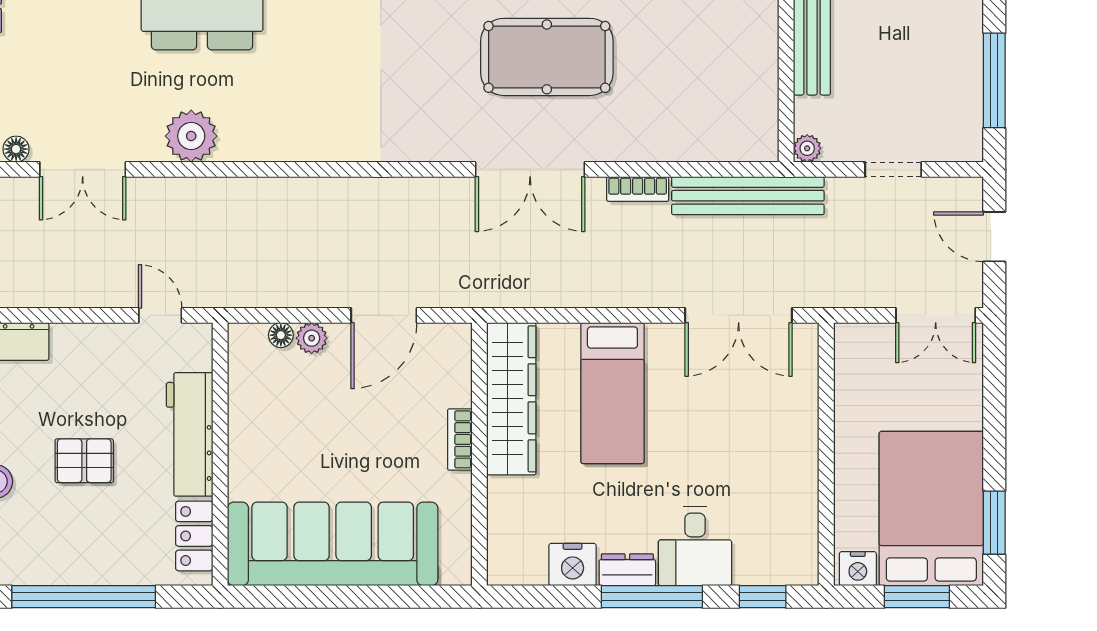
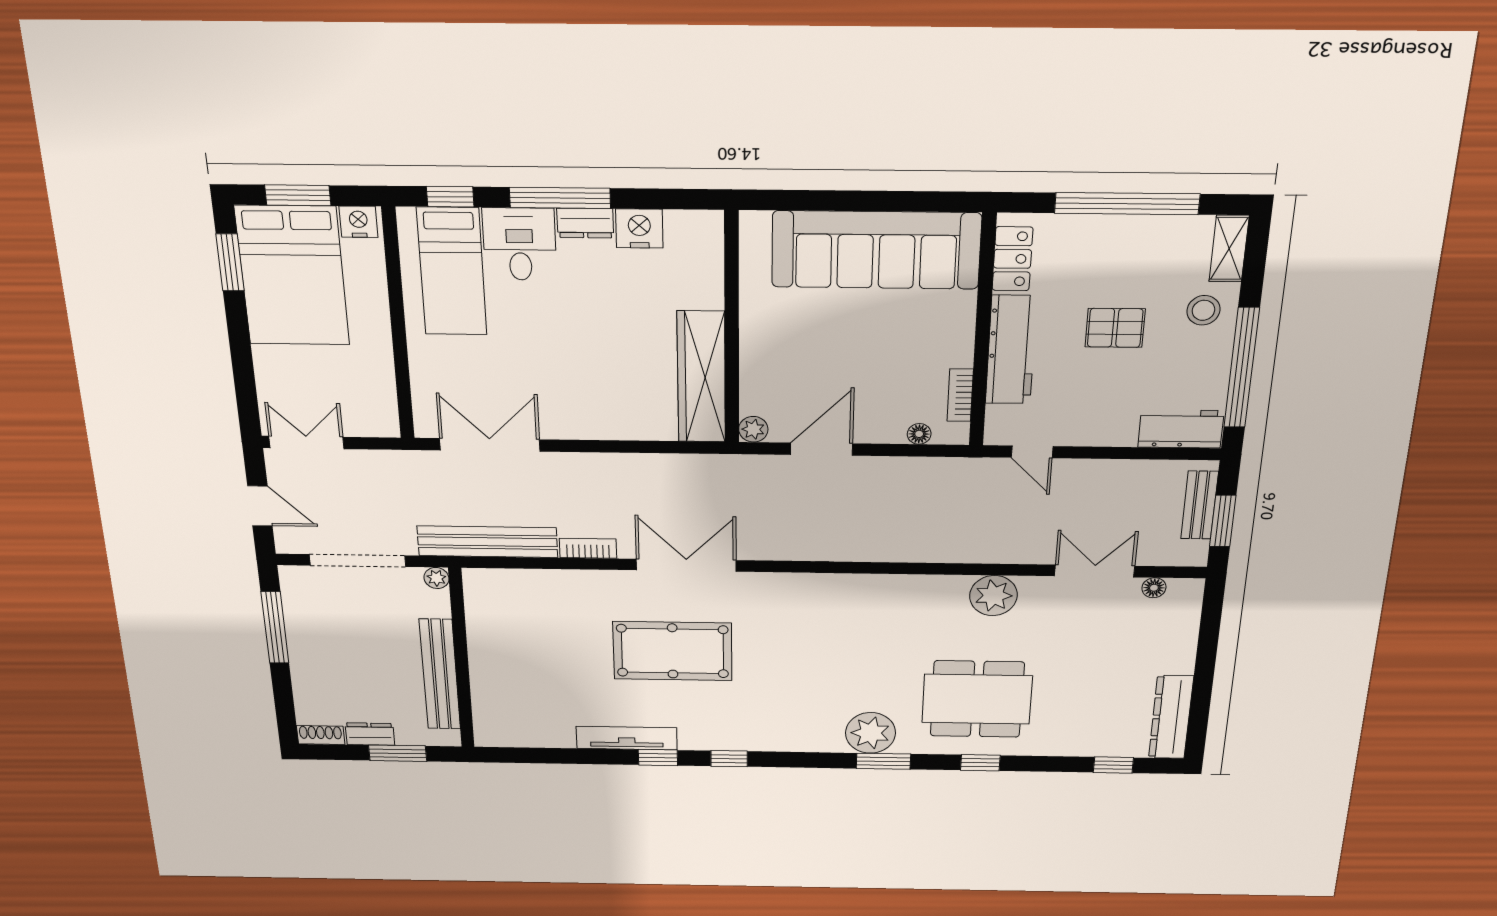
doorway: (893, 169) -> (357, 561), width x1.88
plant: (312, 338) -> (753, 429), moved
bed: (612, 393) -> (452, 272), moved, turned 180
bookcase: (460, 439) -> (960, 395), moved, turned 180

